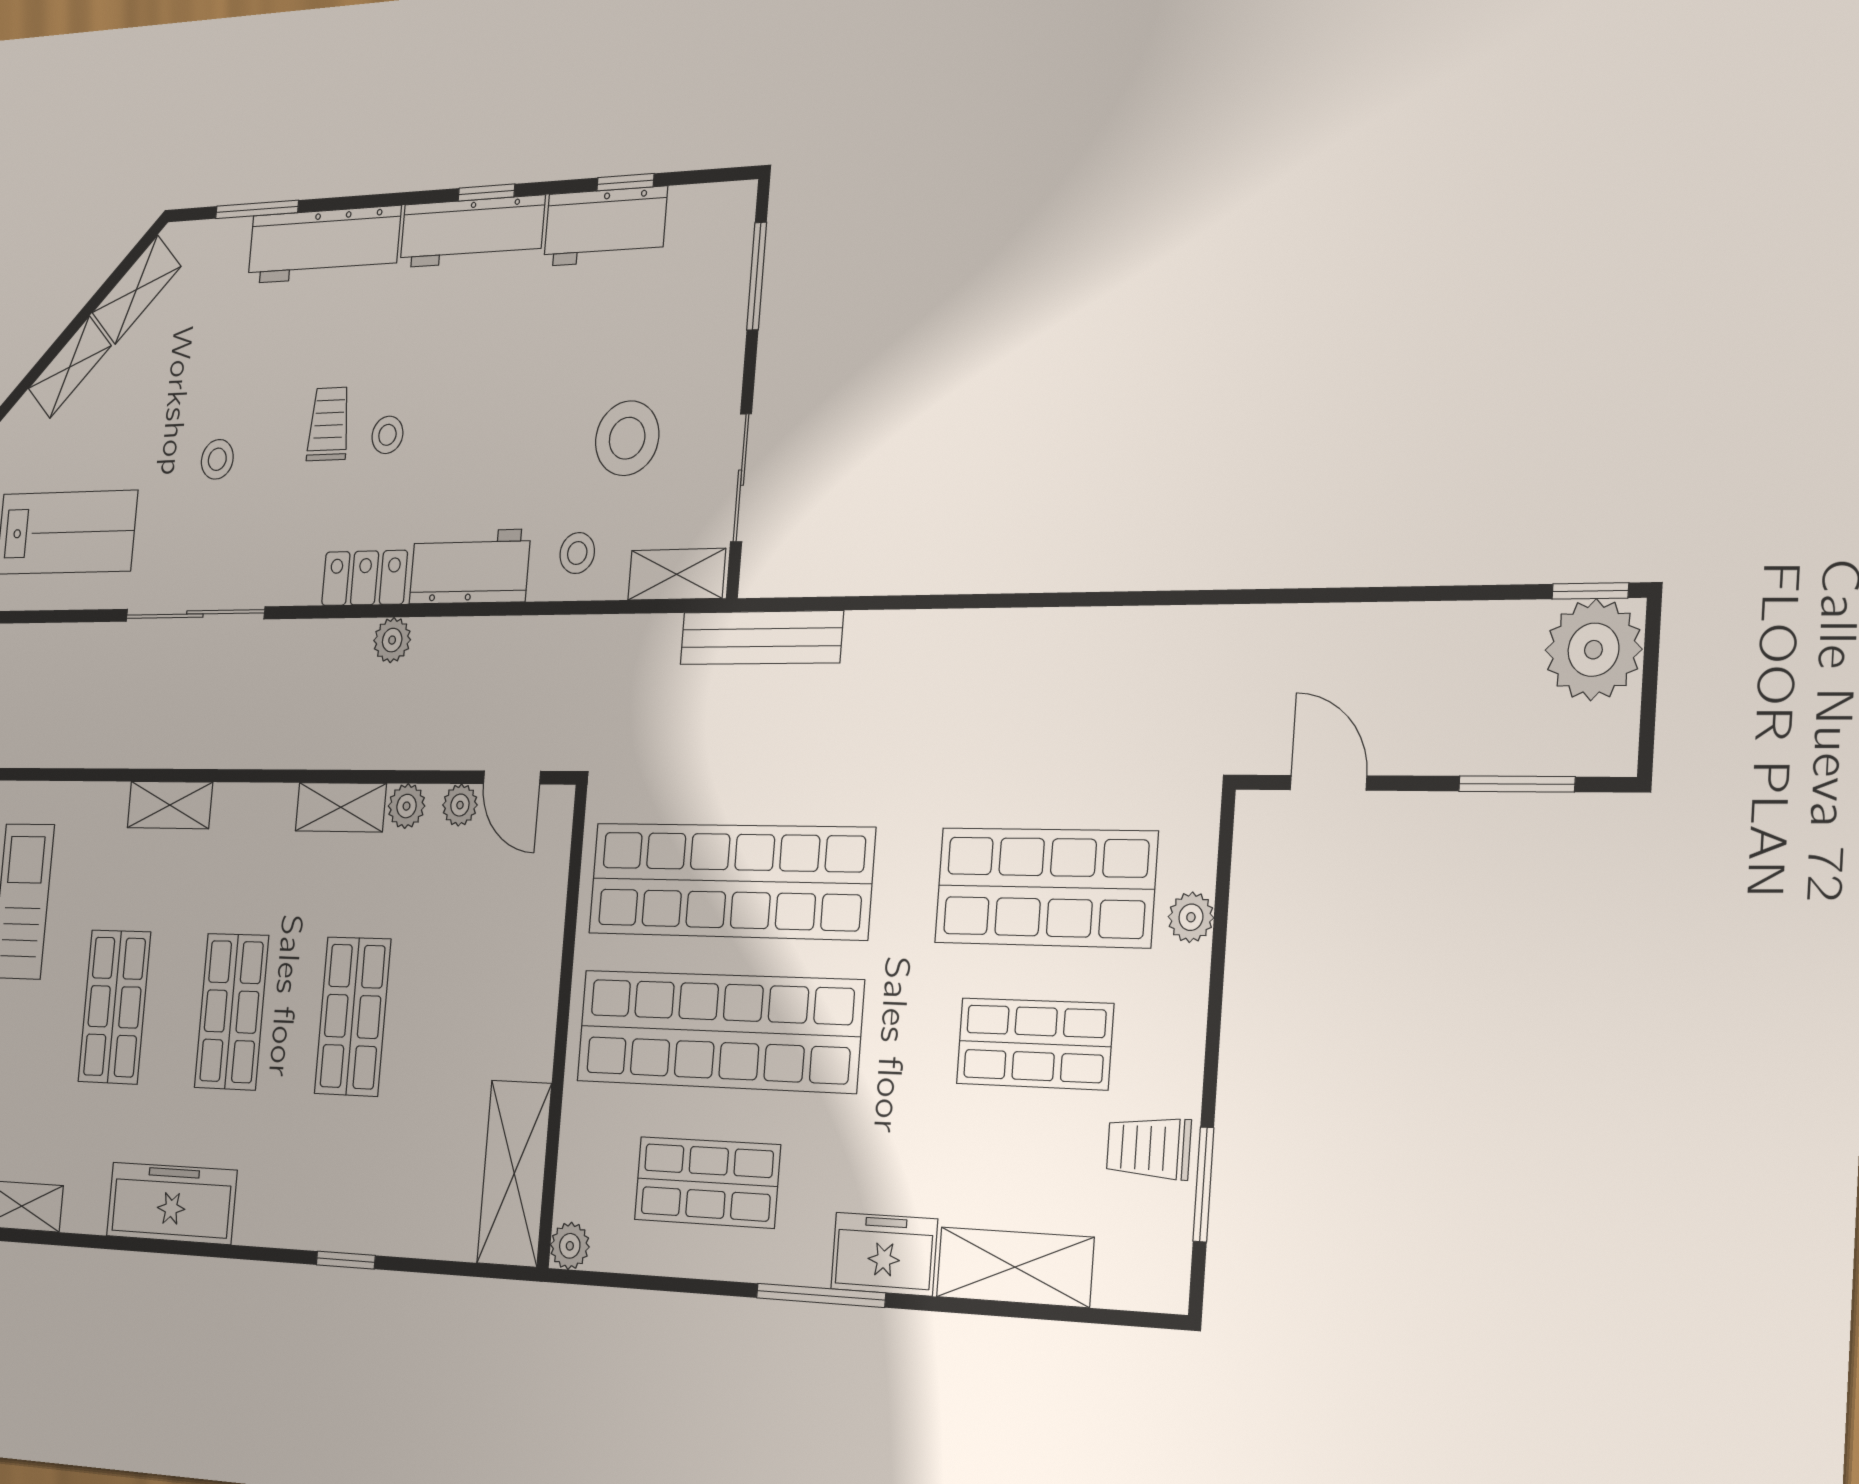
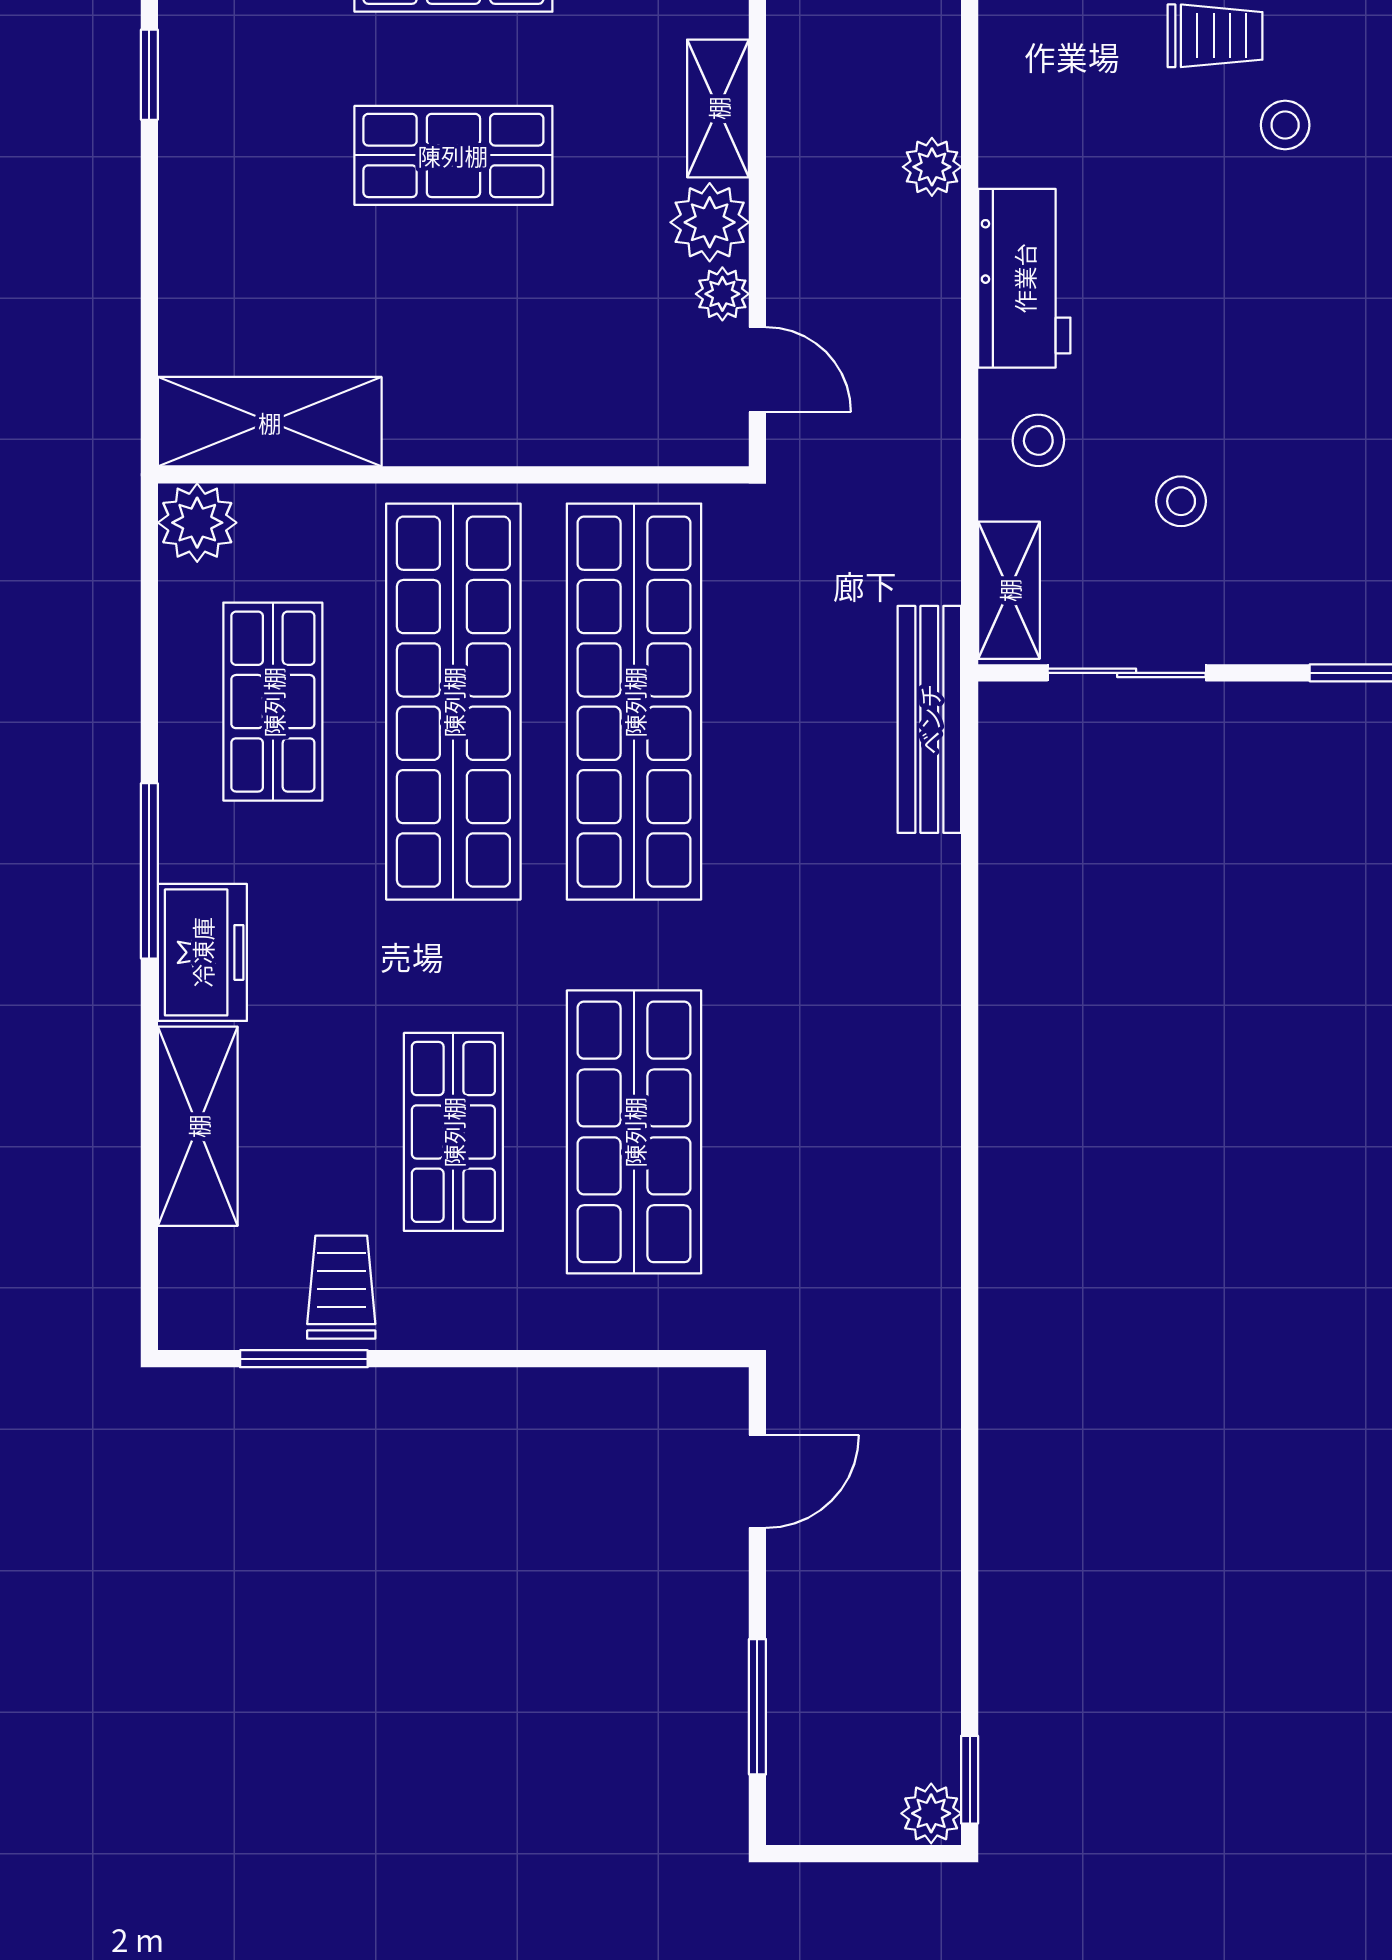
stool: (387, 435) -> (1285, 125), moved
stool: (627, 438) -> (1181, 501), width x0.53, depth x0.53
locker: (365, 578) -> (1013, 115), removed
plant: (1593, 650) -> (931, 1813), width x0.53, depth x0.53
door: (512, 777) -> (757, 370), swing flipped
plant: (407, 806) -> (710, 222), width x1.38, depth x1.38
plant: (1191, 917) -> (603, 1321), removed
plant: (570, 1246) -> (197, 523), width x1.38, depth x1.38
window: (346, 1260) -> (149, 75), moved

